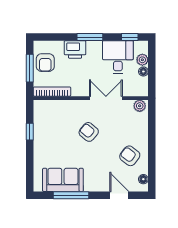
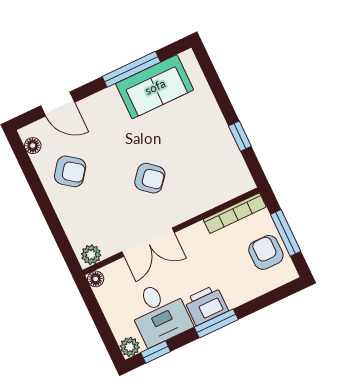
printer: (75, 49) -> (206, 305), moved
plant: (142, 60) -> (130, 347), moved
floor lamp: (143, 71) -> (96, 279), moved

